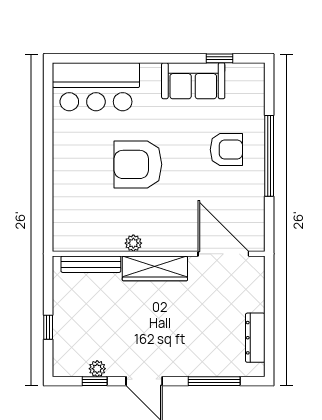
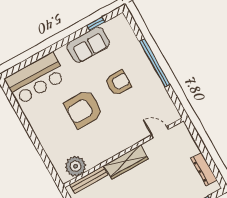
armchair: (226, 150) -> (118, 83), moved
plant: (133, 243) -> (76, 166), moved, width x1.87, depth x1.87
door: (223, 254) -> (160, 132), width x0.53

